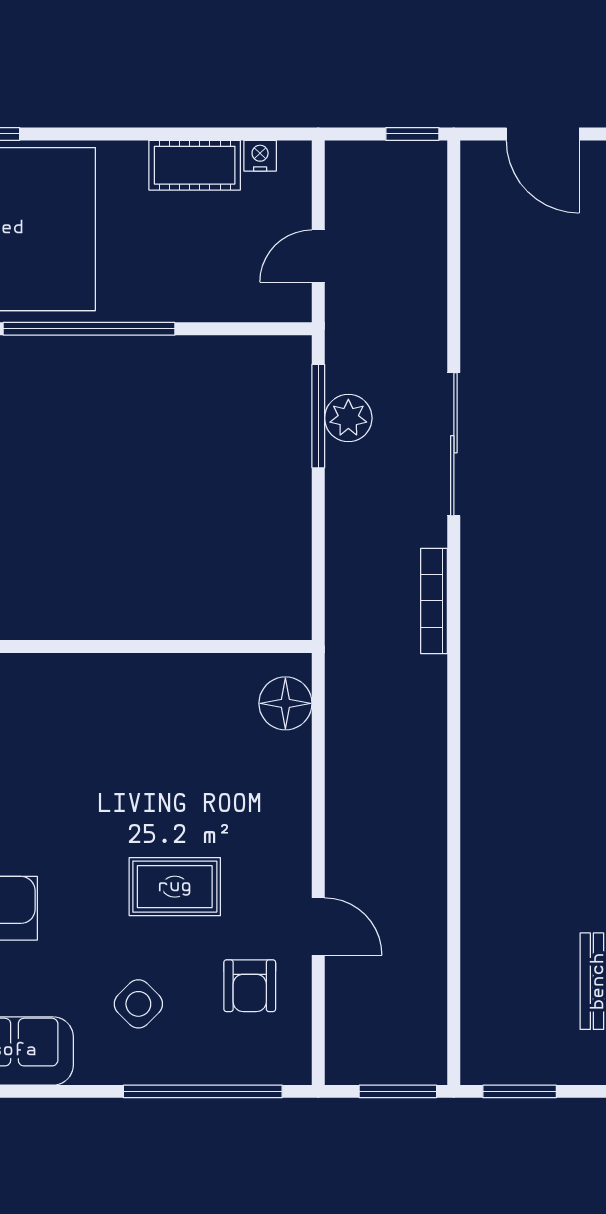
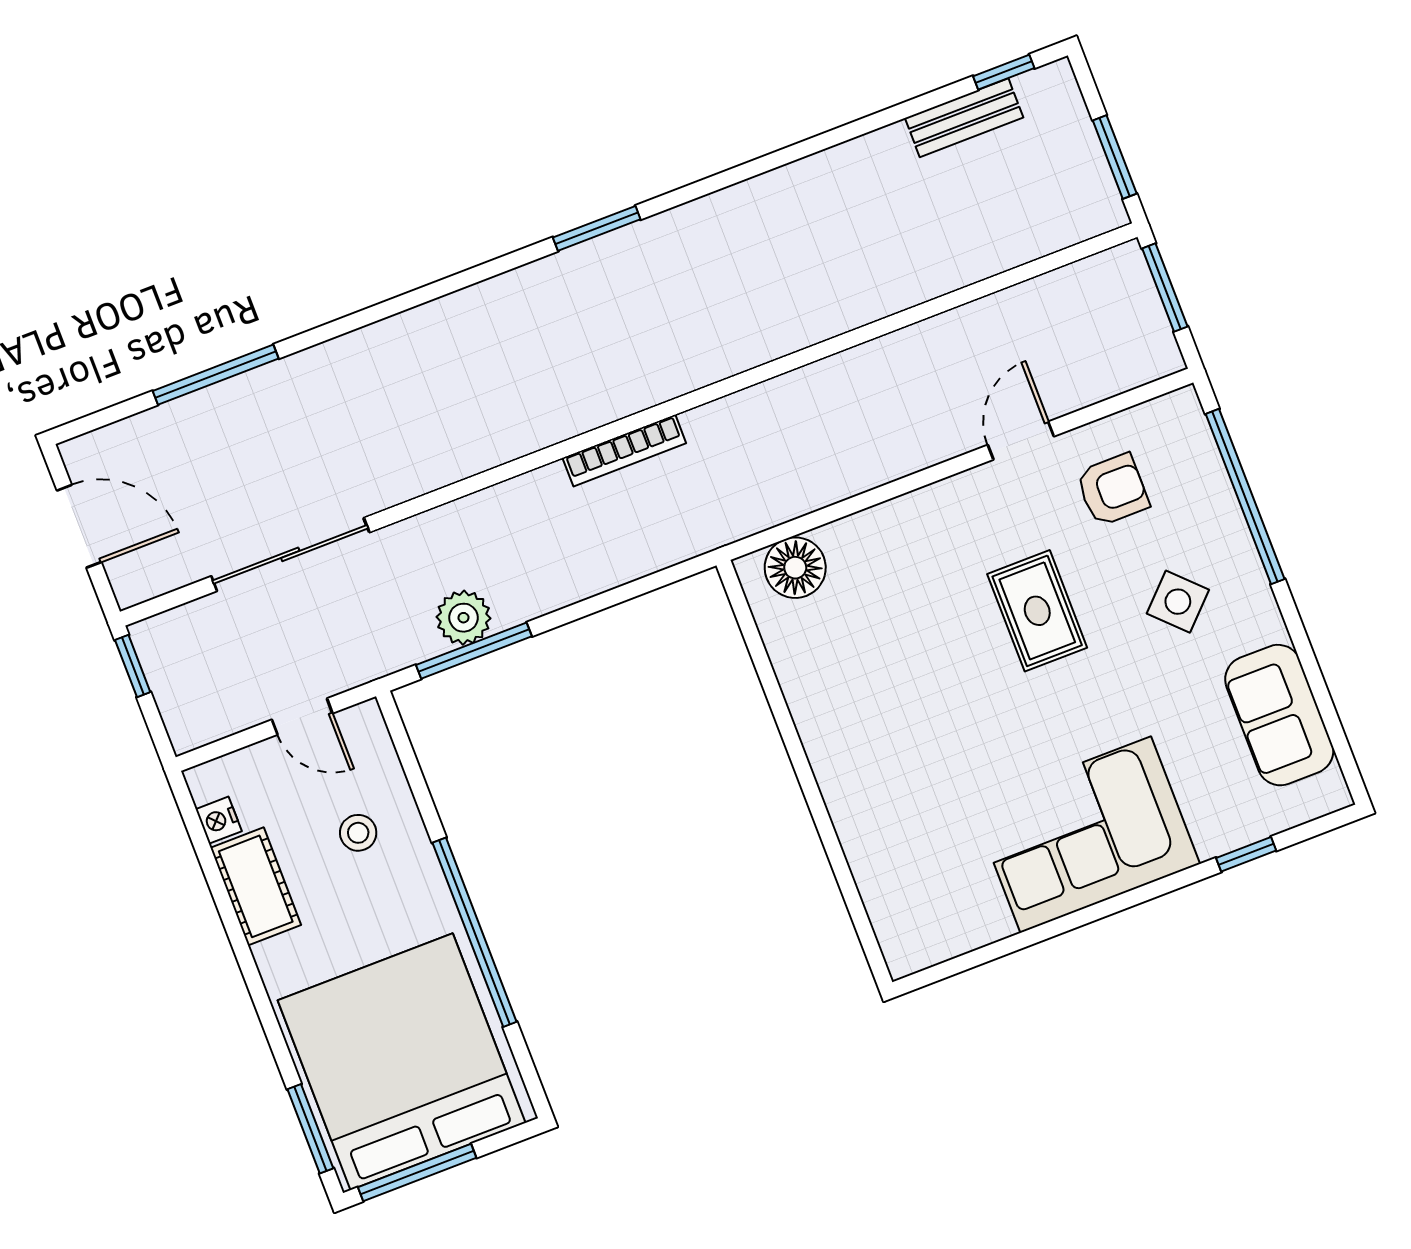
door: (543, 134) -> (79, 526), hinge flipped
stool: (206, 265) -> (358, 833), added
sliding door: (454, 444) -> (290, 554), moved

